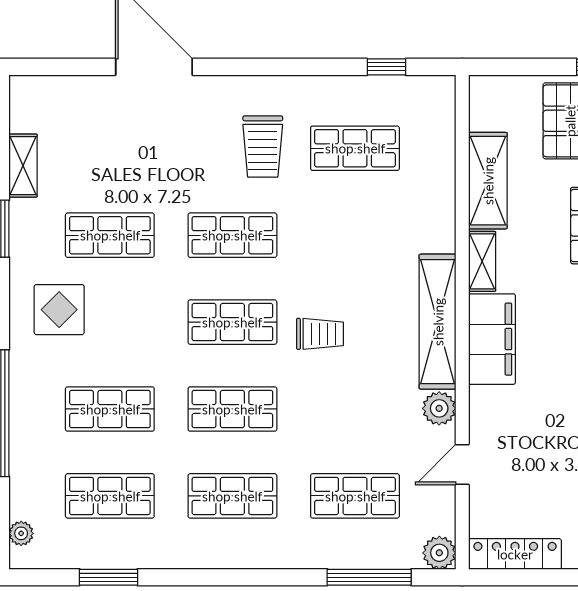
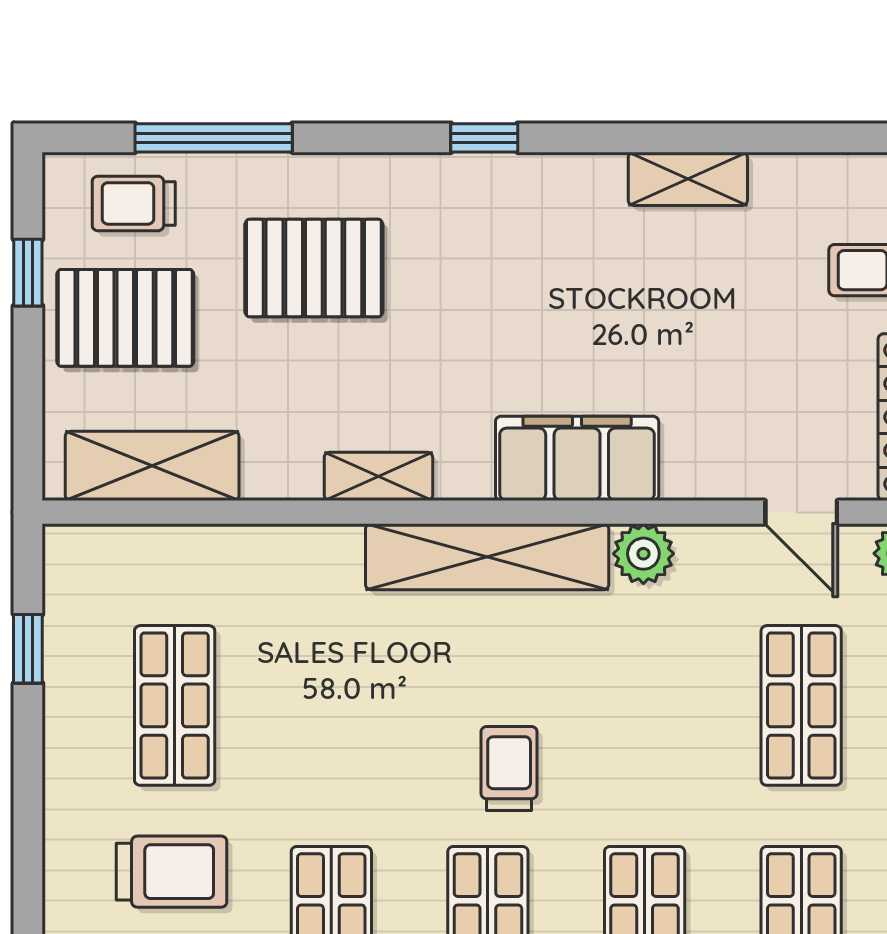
shelving: (488, 181) -> (152, 466), moved
filing cabinet: (492, 339) -> (577, 458), moved
door: (462, 464) -> (801, 512), moved

